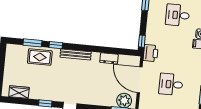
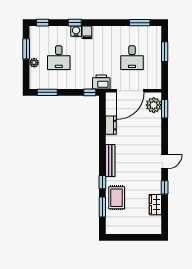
wardrobe: (19, 92) -> (155, 205), moved

